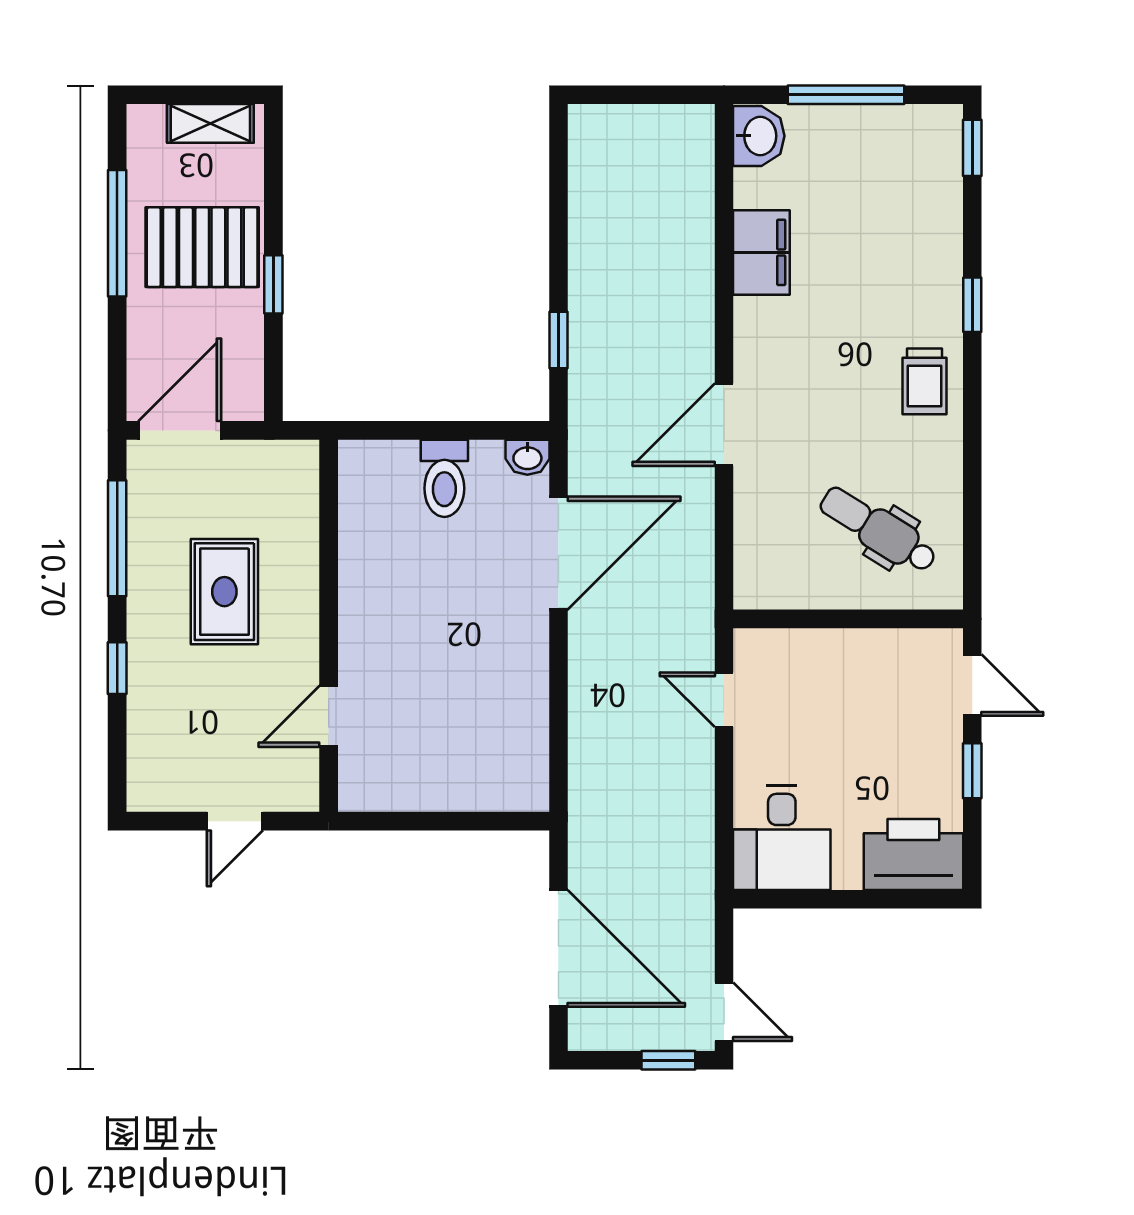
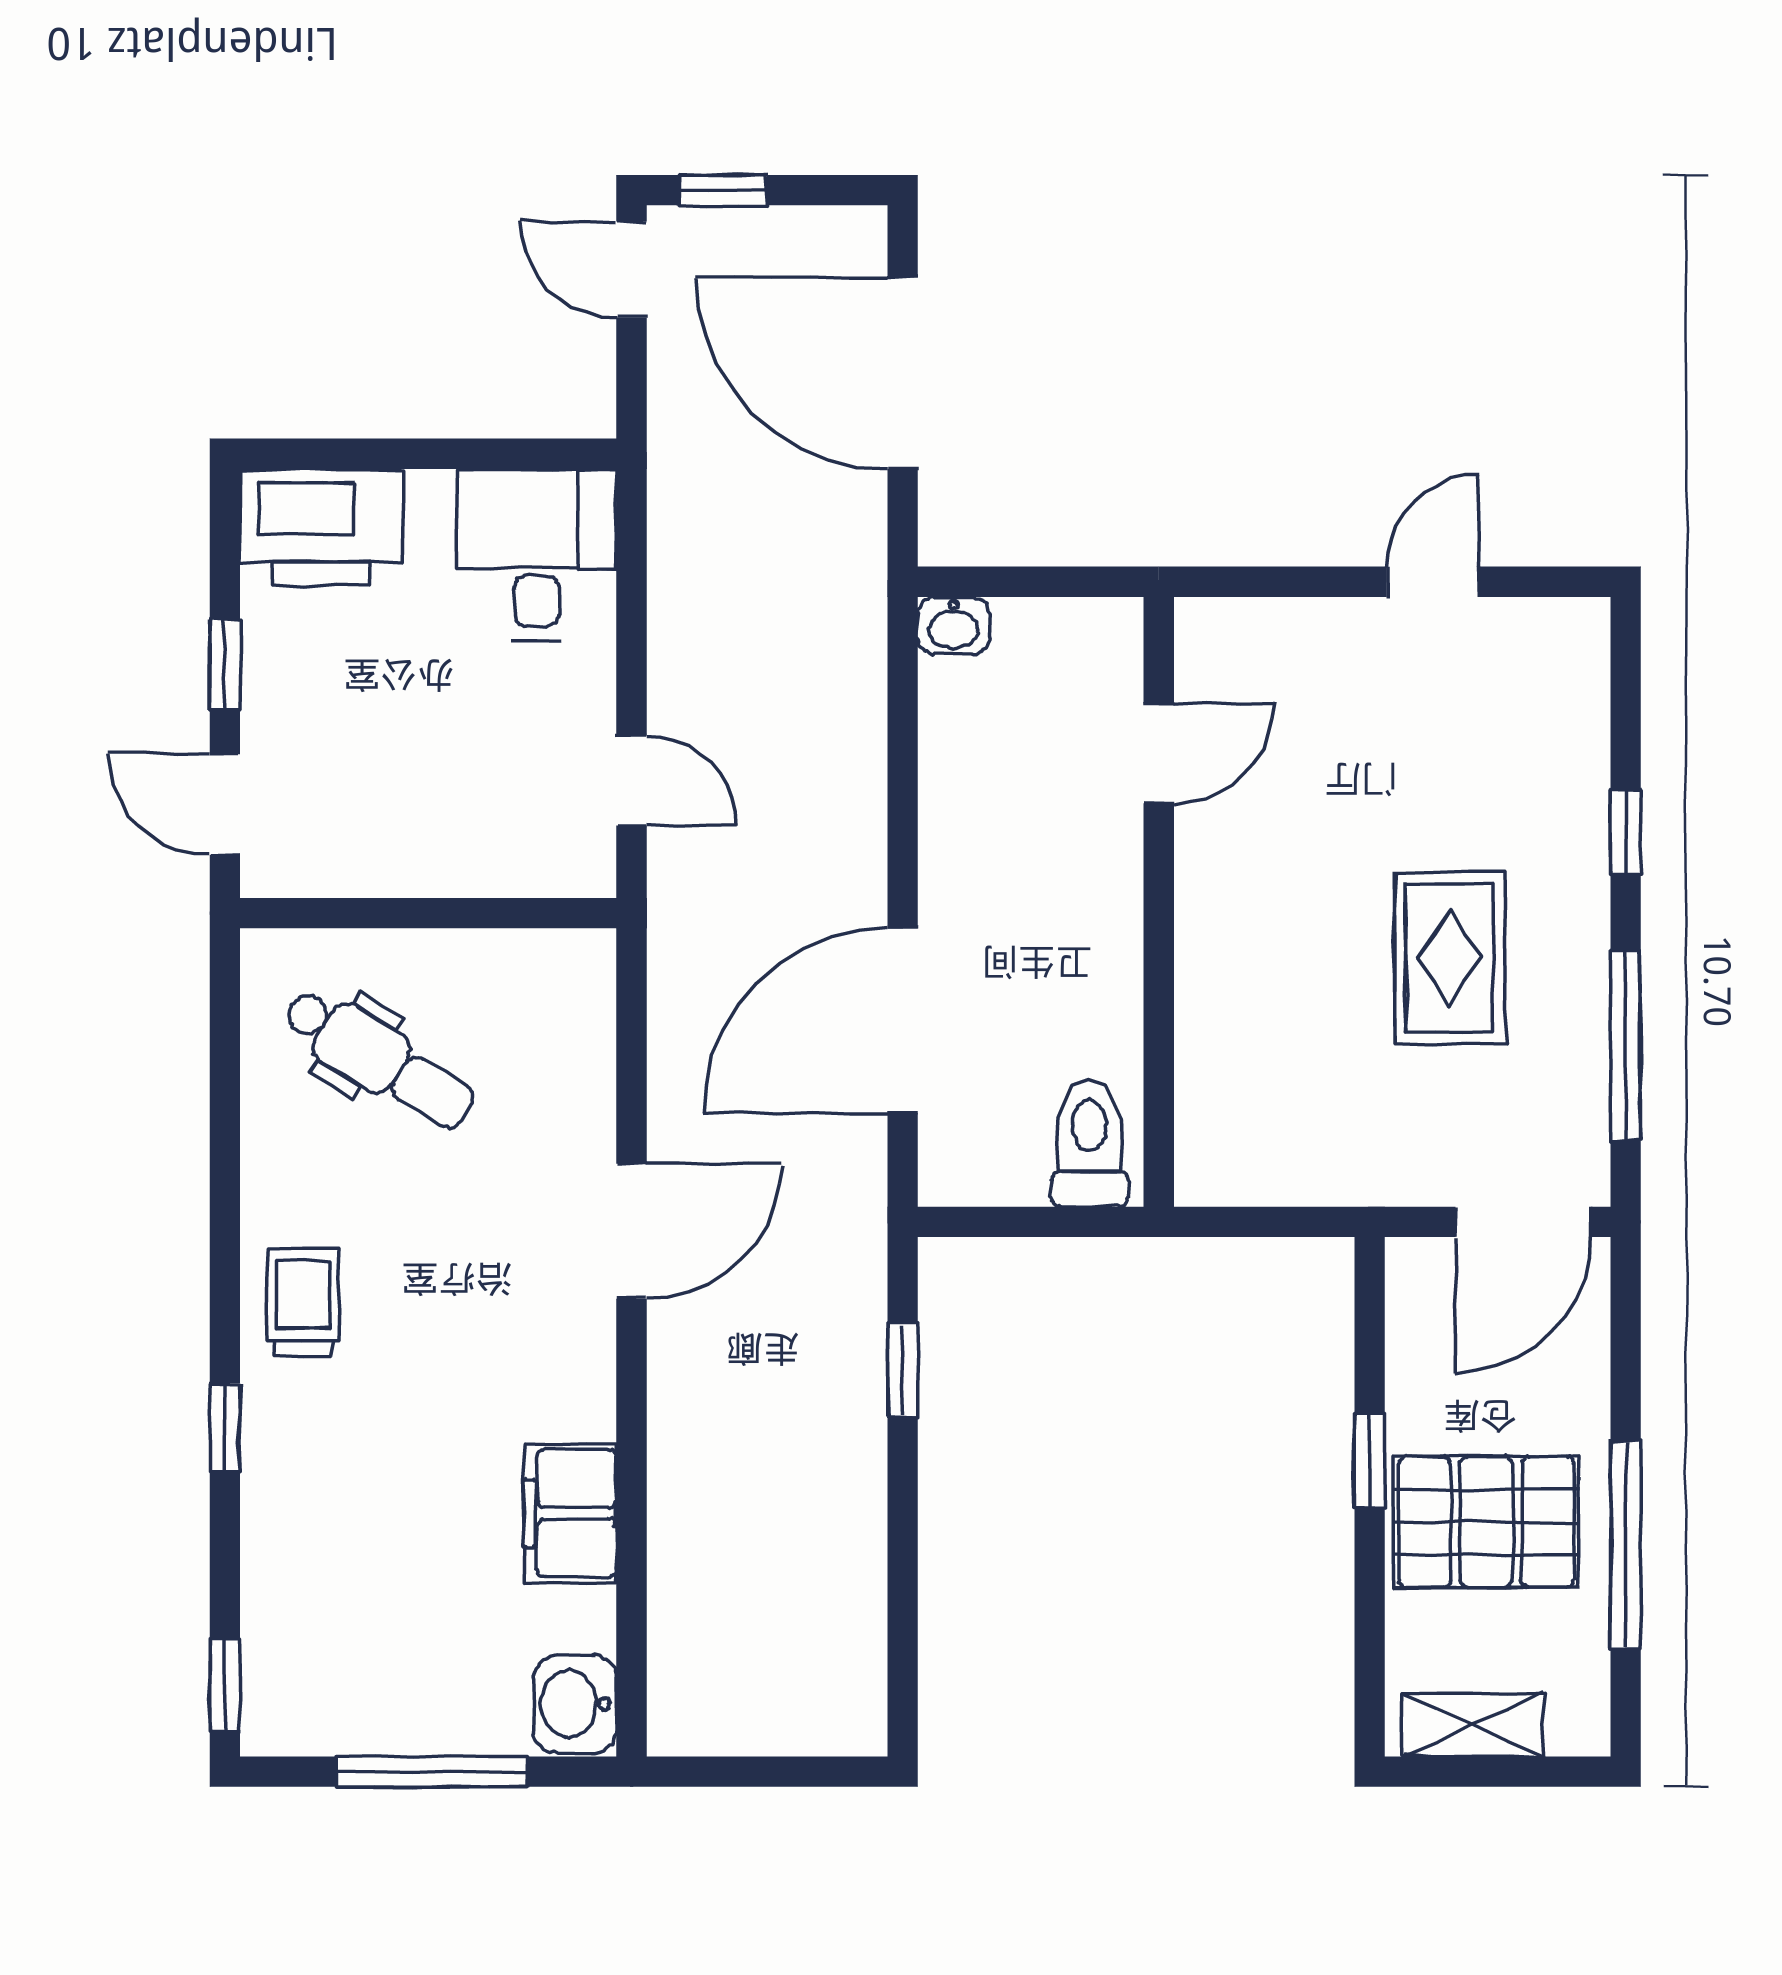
washbasin: (527, 457) -> (953, 626), moved, turned 180
wall: (329, 626) -> (1159, 902), moved
door: (329, 716) -> (1159, 753), moved

